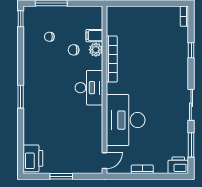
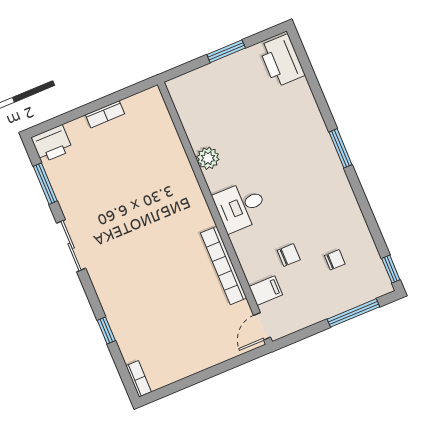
plant: (96, 50) -> (208, 158), moved
desk: (89, 88) -> (240, 206), width x0.73
desk: (126, 120) -> (163, 180), removed
door: (105, 161) -> (262, 326), moved

